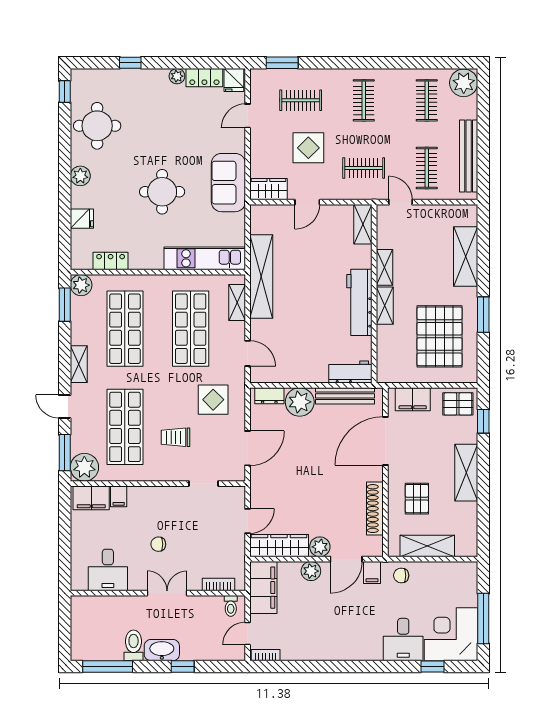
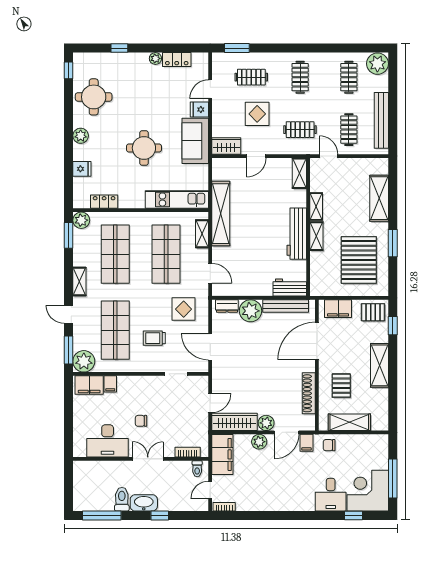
fridge: (234, 80) -> (199, 109), moved, turned 90
door: (248, 448) -> (210, 347), swing flipped
desk: (108, 570) -> (108, 441), width x1.37

